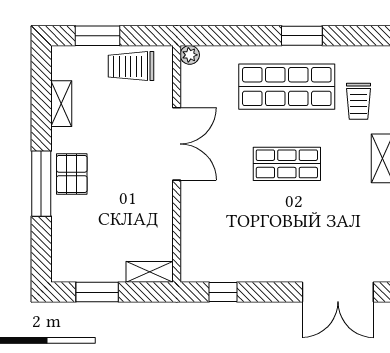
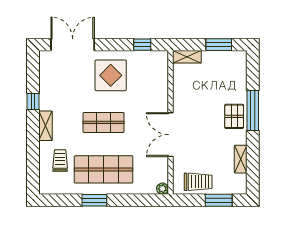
display table: (275, 242) -> (111, 75), added

